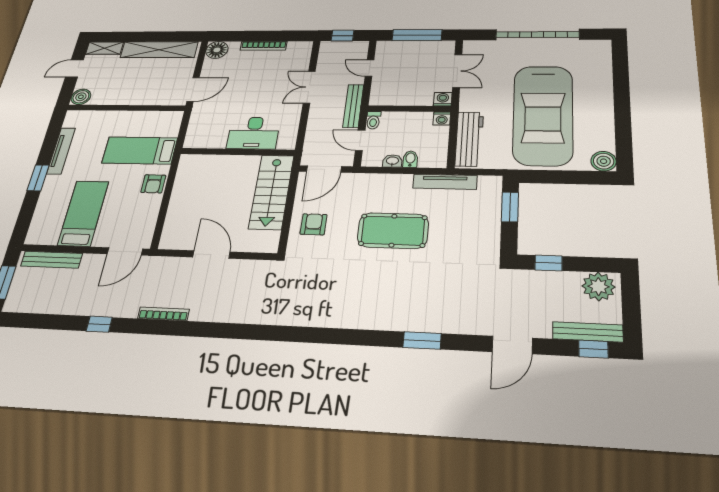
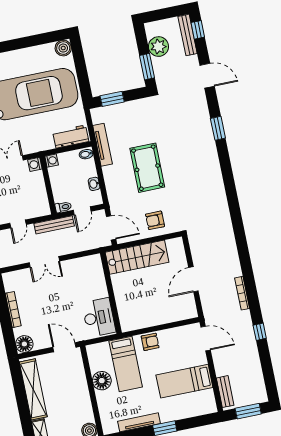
floor lamp: (133, 121) -> (102, 381), added
desk: (254, 133) -> (99, 317), moved
workbench: (469, 139) -> (71, 137), width x0.73
bidet: (410, 159) -> (86, 154), moved
bench: (51, 260) -> (225, 392), width x0.73
window: (549, 263) -> (147, 67), width x1.50
plant: (598, 286) -> (158, 47), moved

